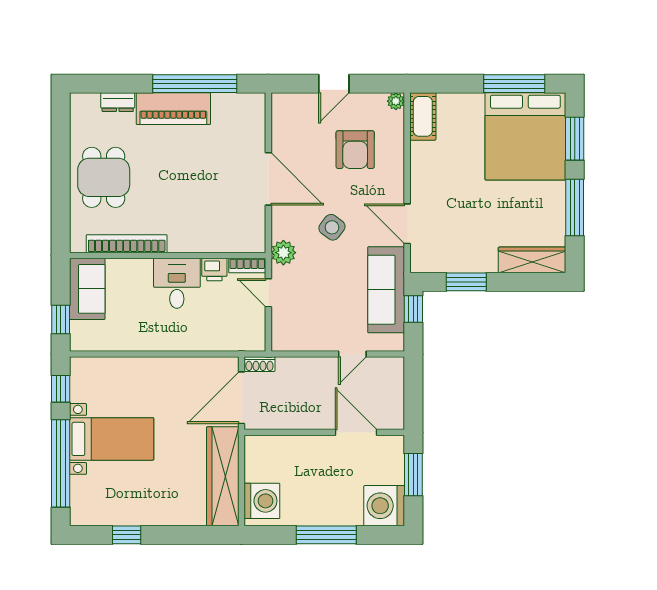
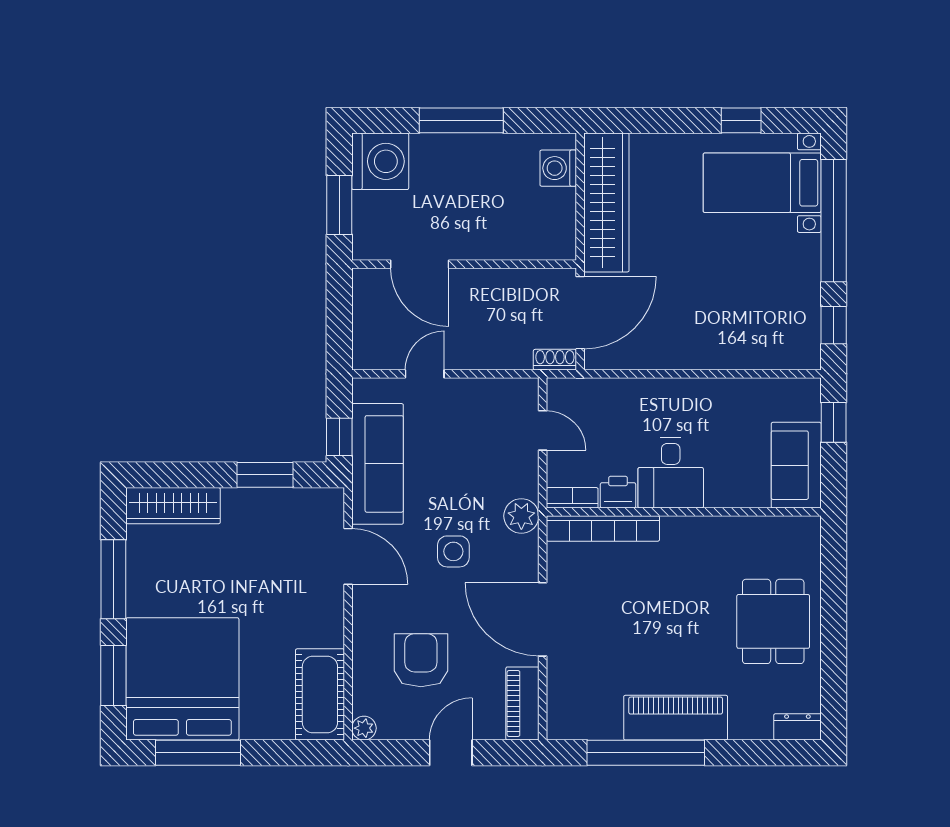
dresser: (118, 102) -> (797, 727), moved
cot: (423, 116) -> (320, 694), width x1.37, depth x1.34
piano: (283, 119) -> (522, 703), added
side table: (332, 227) -> (453, 551), turned -37
bookcase: (127, 244) -> (603, 528), moved
door: (268, 293) -> (543, 430), moved
bed with nightstands: (112, 439) -> (762, 183), moved
washing machine: (262, 501) -> (558, 168), width x0.73, depth x0.73

